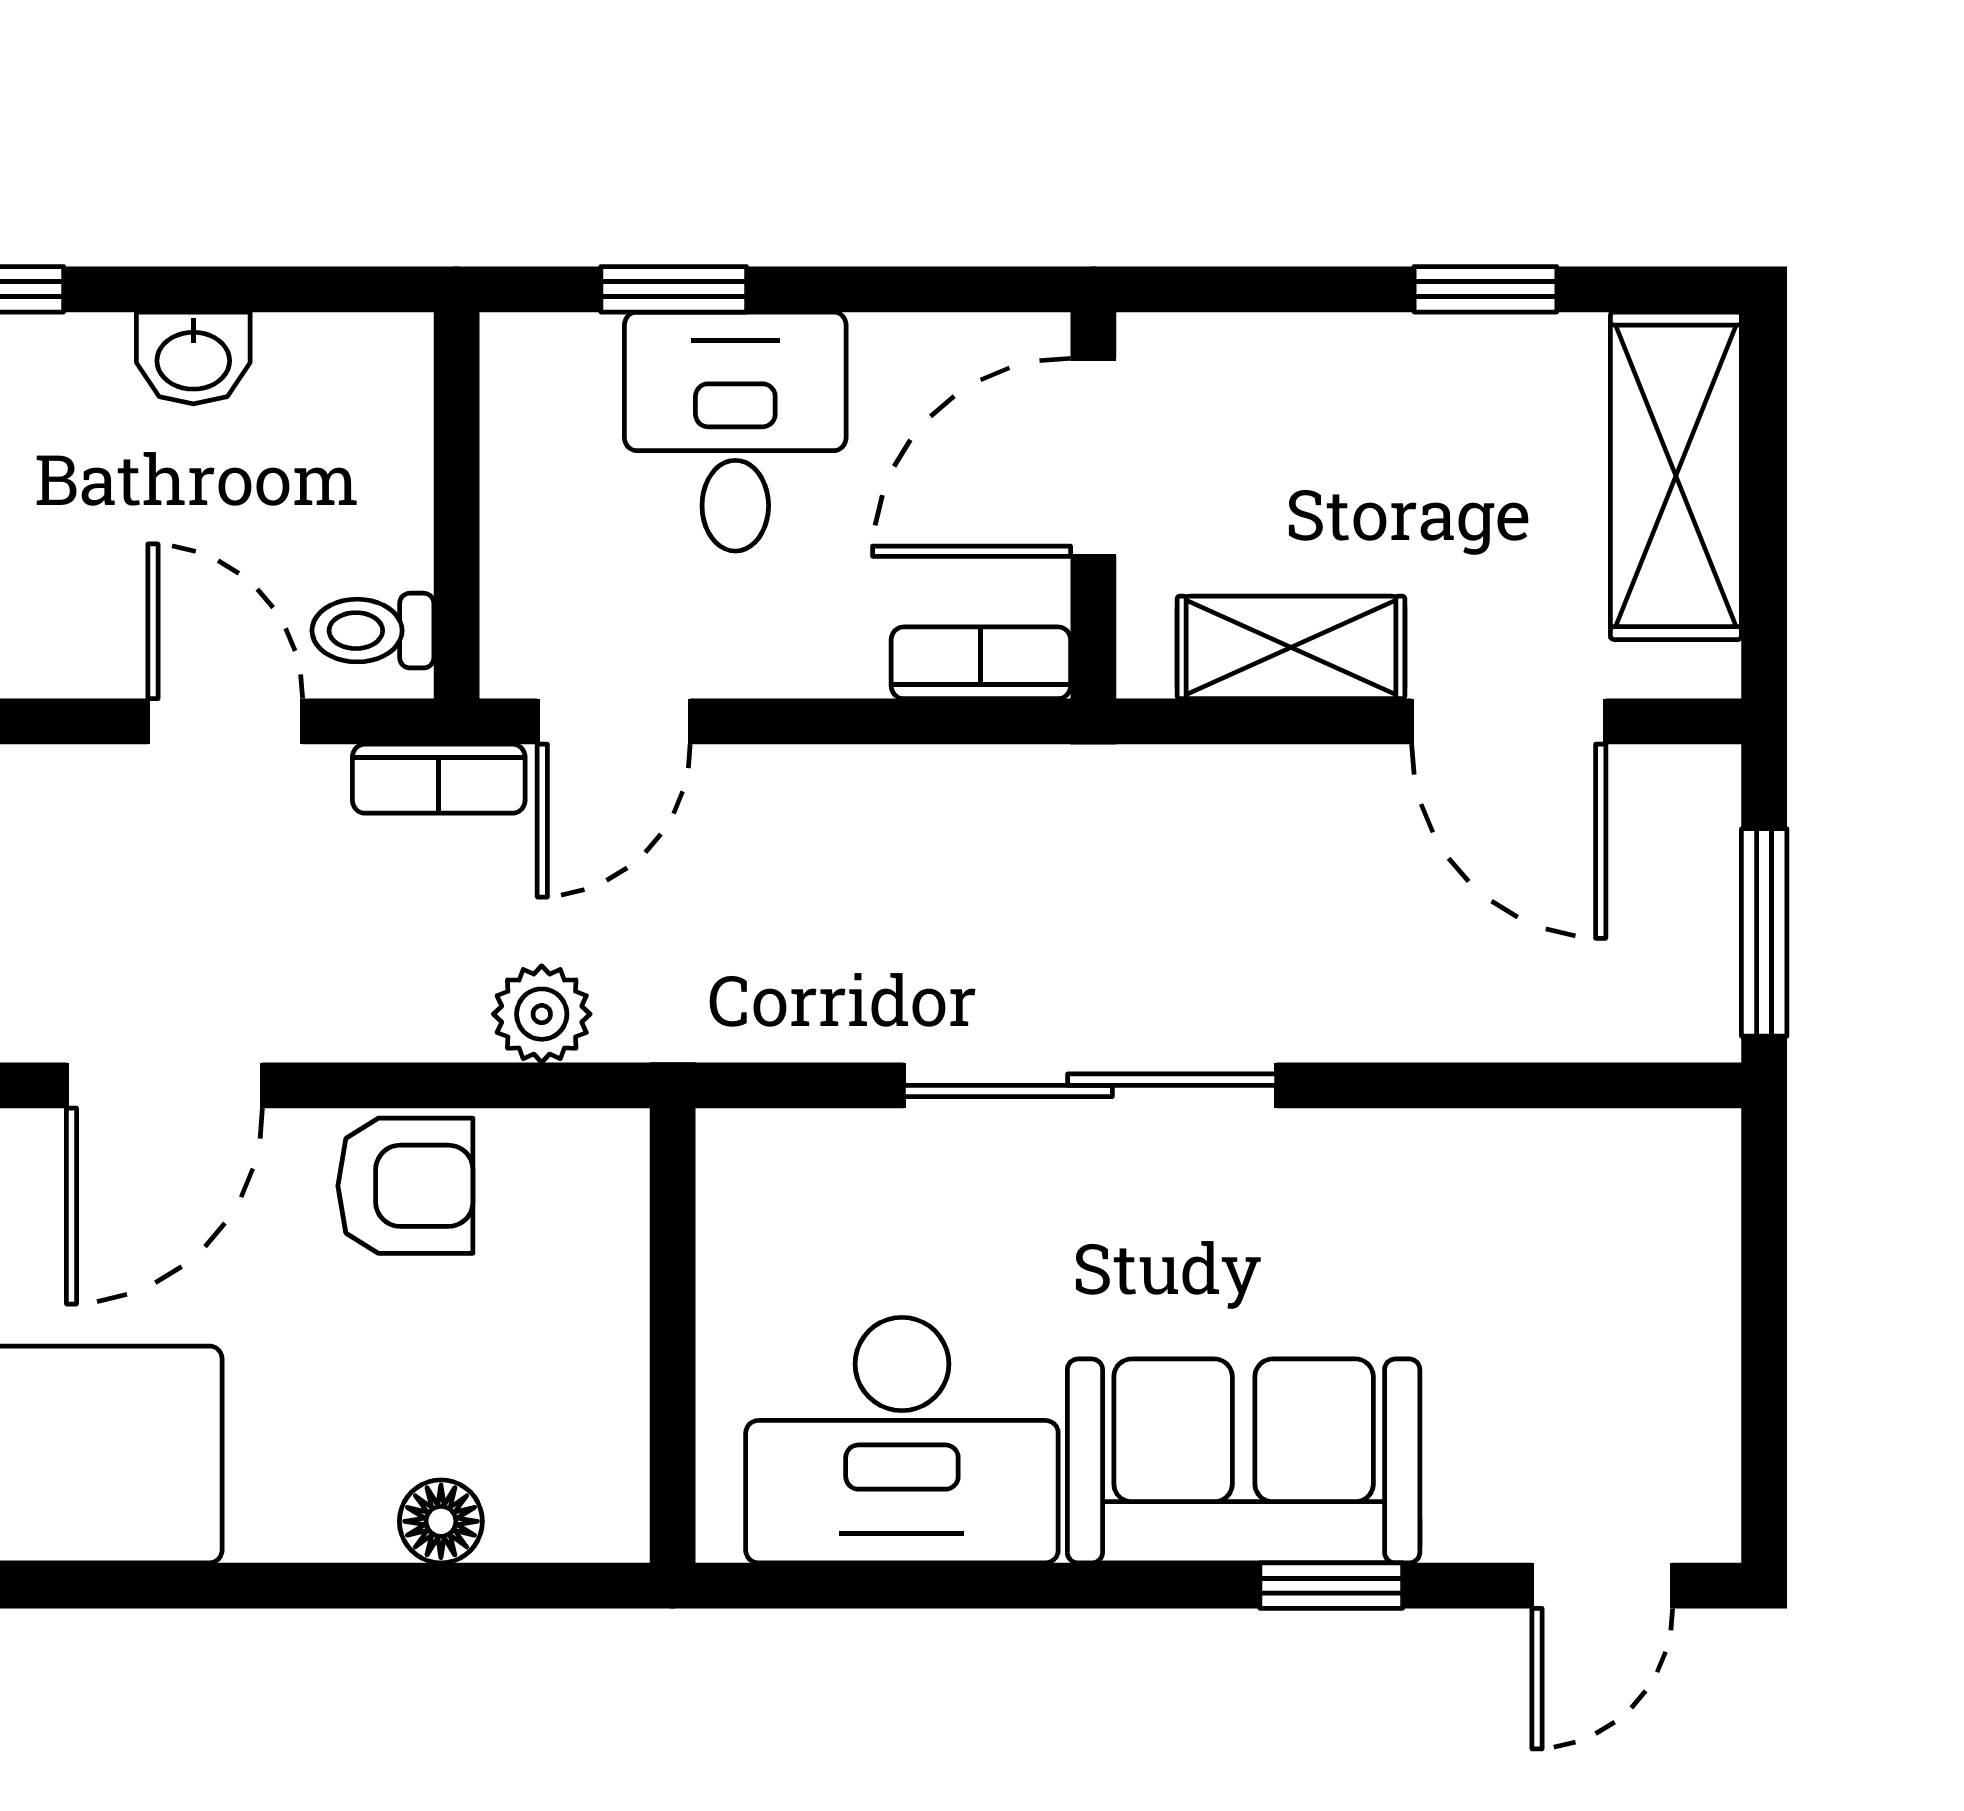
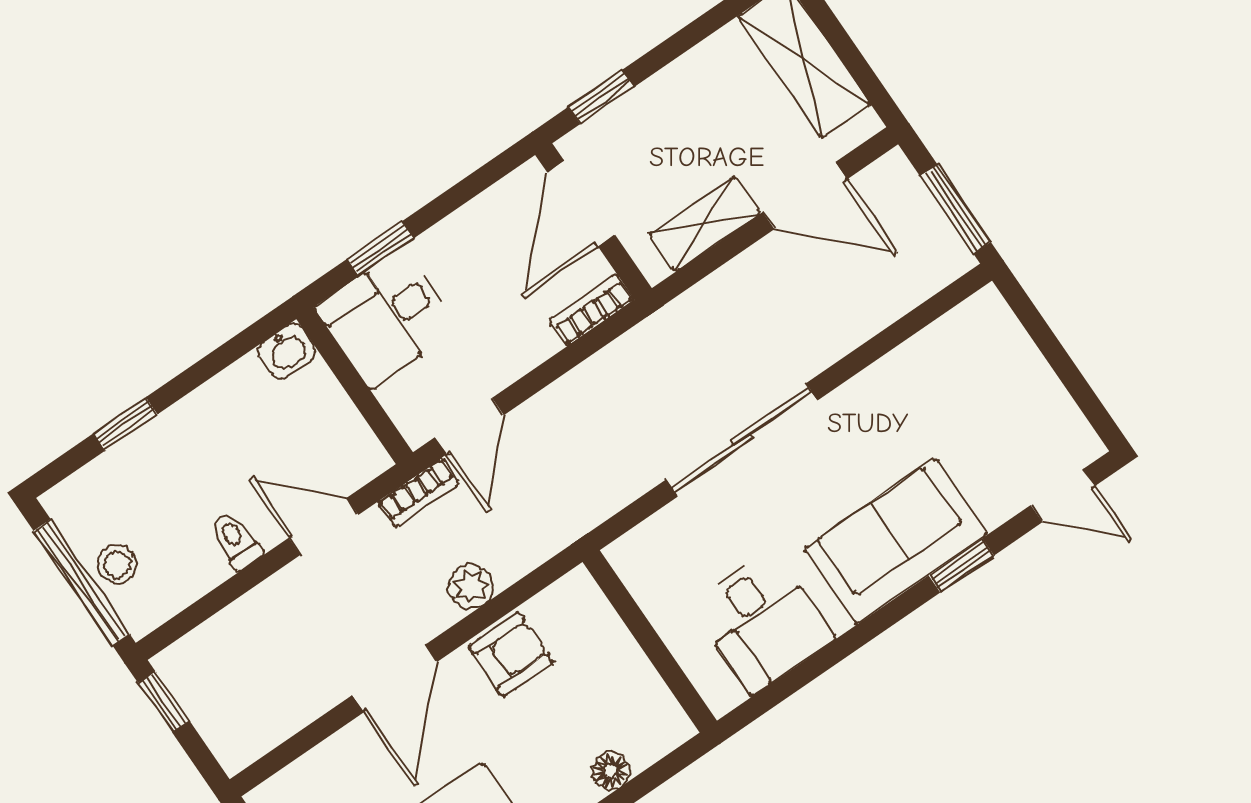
window: (1485, 289) -> (601, 97), moved
washbasin: (193, 358) -> (287, 351), moved
desk: (735, 432) -> (387, 318), moved, turned -90
toilet: (373, 631) -> (236, 540), moved, turned 90
plant: (542, 1014) -> (471, 587), moved
desk: (902, 1440) -> (763, 621), width x0.73
door: (1602, 1586) -> (1063, 496), hinge flipped

